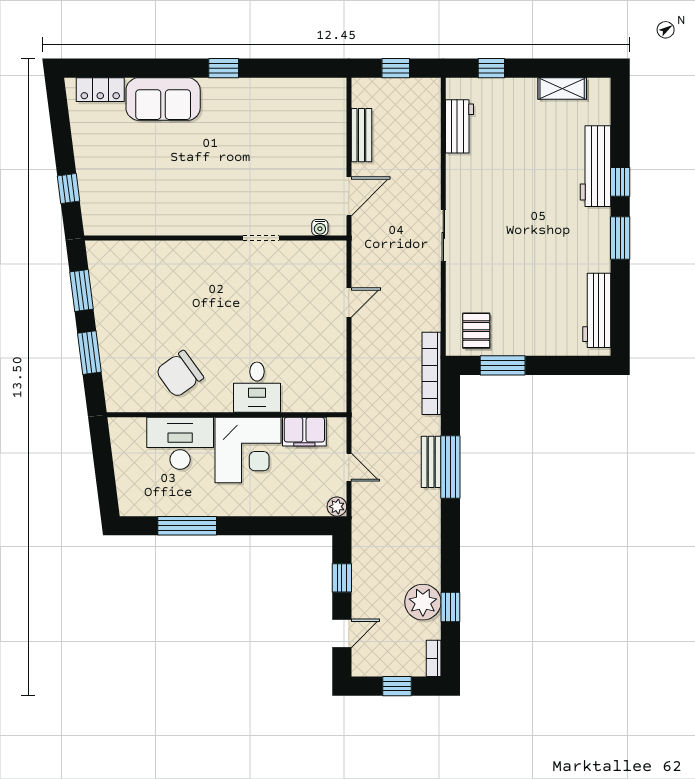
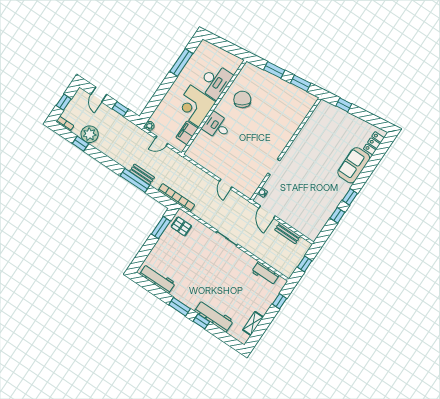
window: (271, 68) -> (337, 215), added

